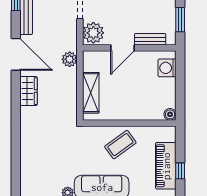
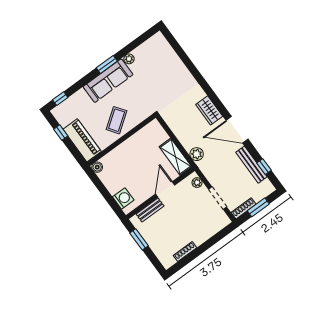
plant: (93, 33) -> (197, 183), width x0.53, depth x0.53
shelving: (91, 93) -> (175, 157), moved
piano: (166, 166) -> (82, 140), moved

